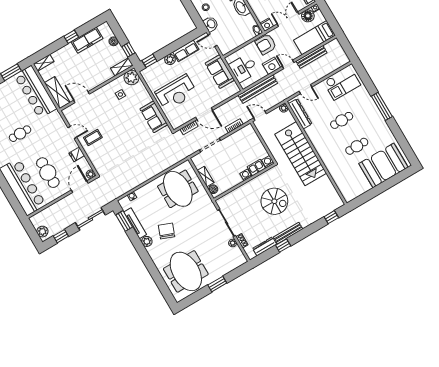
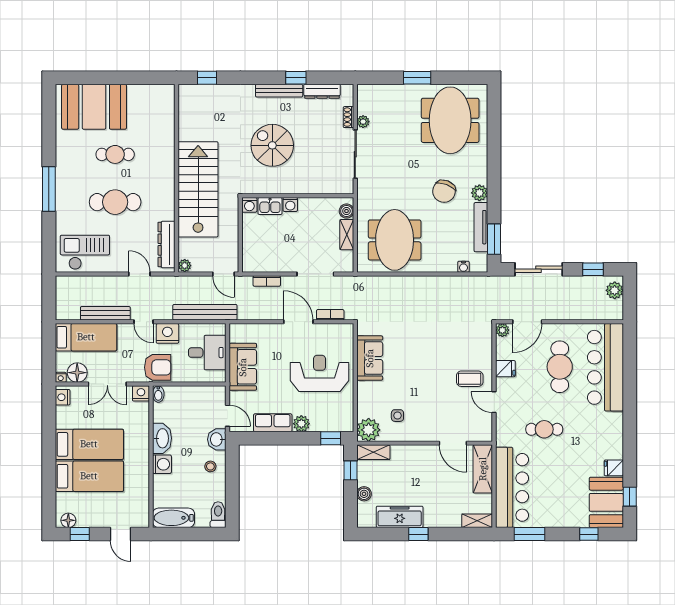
cafe table: (342, 120) -> (115, 202), width x1.37, depth x1.35
cafe table: (20, 134) -> (544, 429), moved

